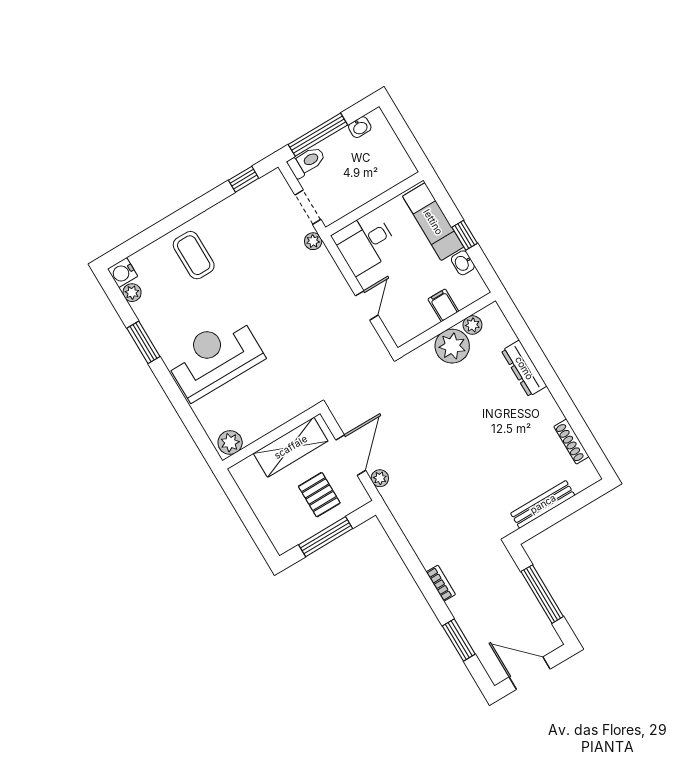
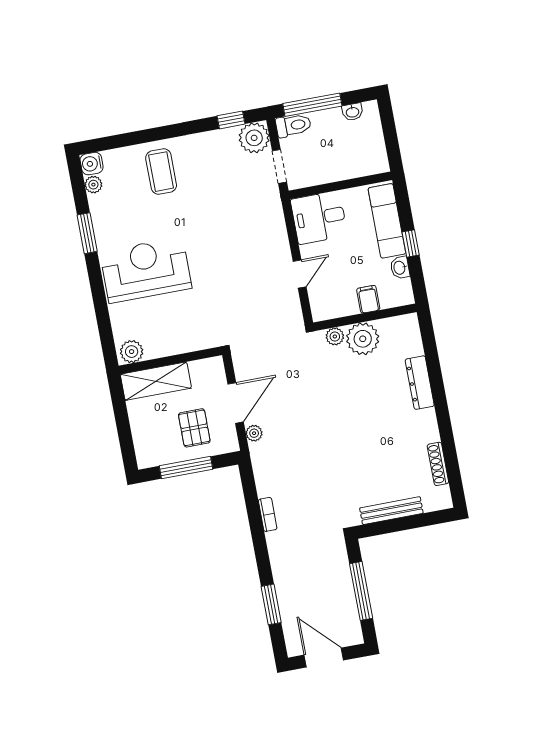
plant: (313, 241) -> (254, 138), moved, width x1.87, depth x1.87
plant: (472, 325) -> (335, 336), moved
shelving: (291, 447) -> (156, 381), moved
bookcase: (441, 583) -> (268, 514), moved

